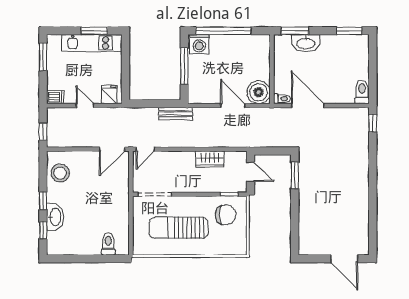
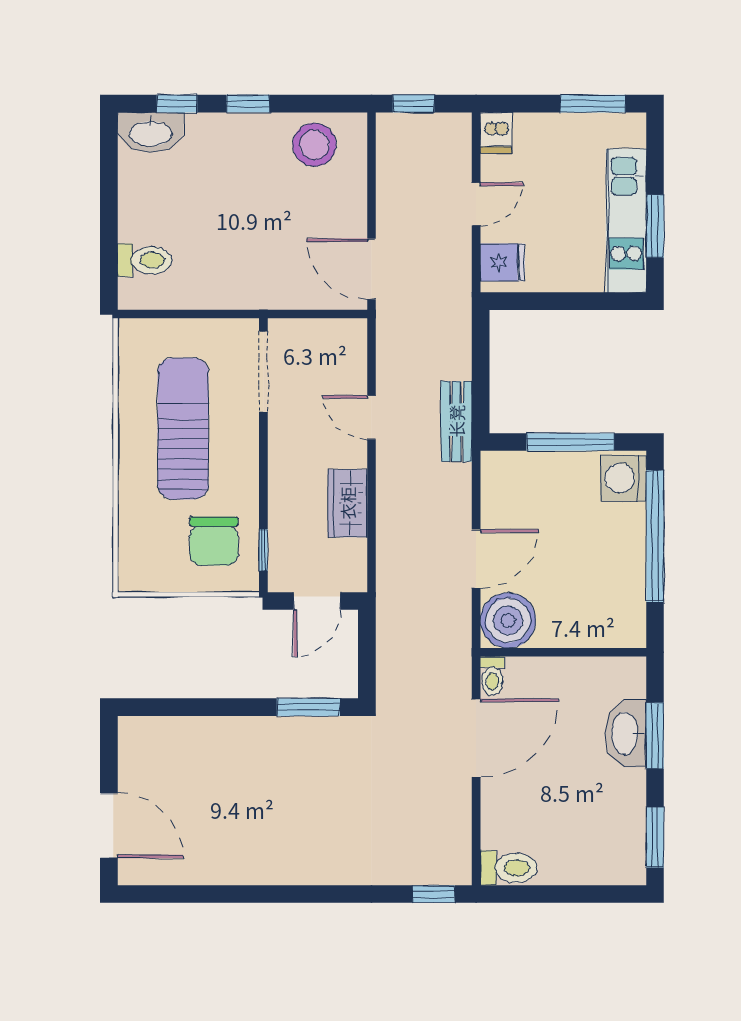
window: (295, 31) -> (655, 736), moved
door: (145, 149) -> (371, 417), moved
washbasin: (55, 217) -> (150, 132), moved
door: (344, 259) -> (109, 825), swing flipped

